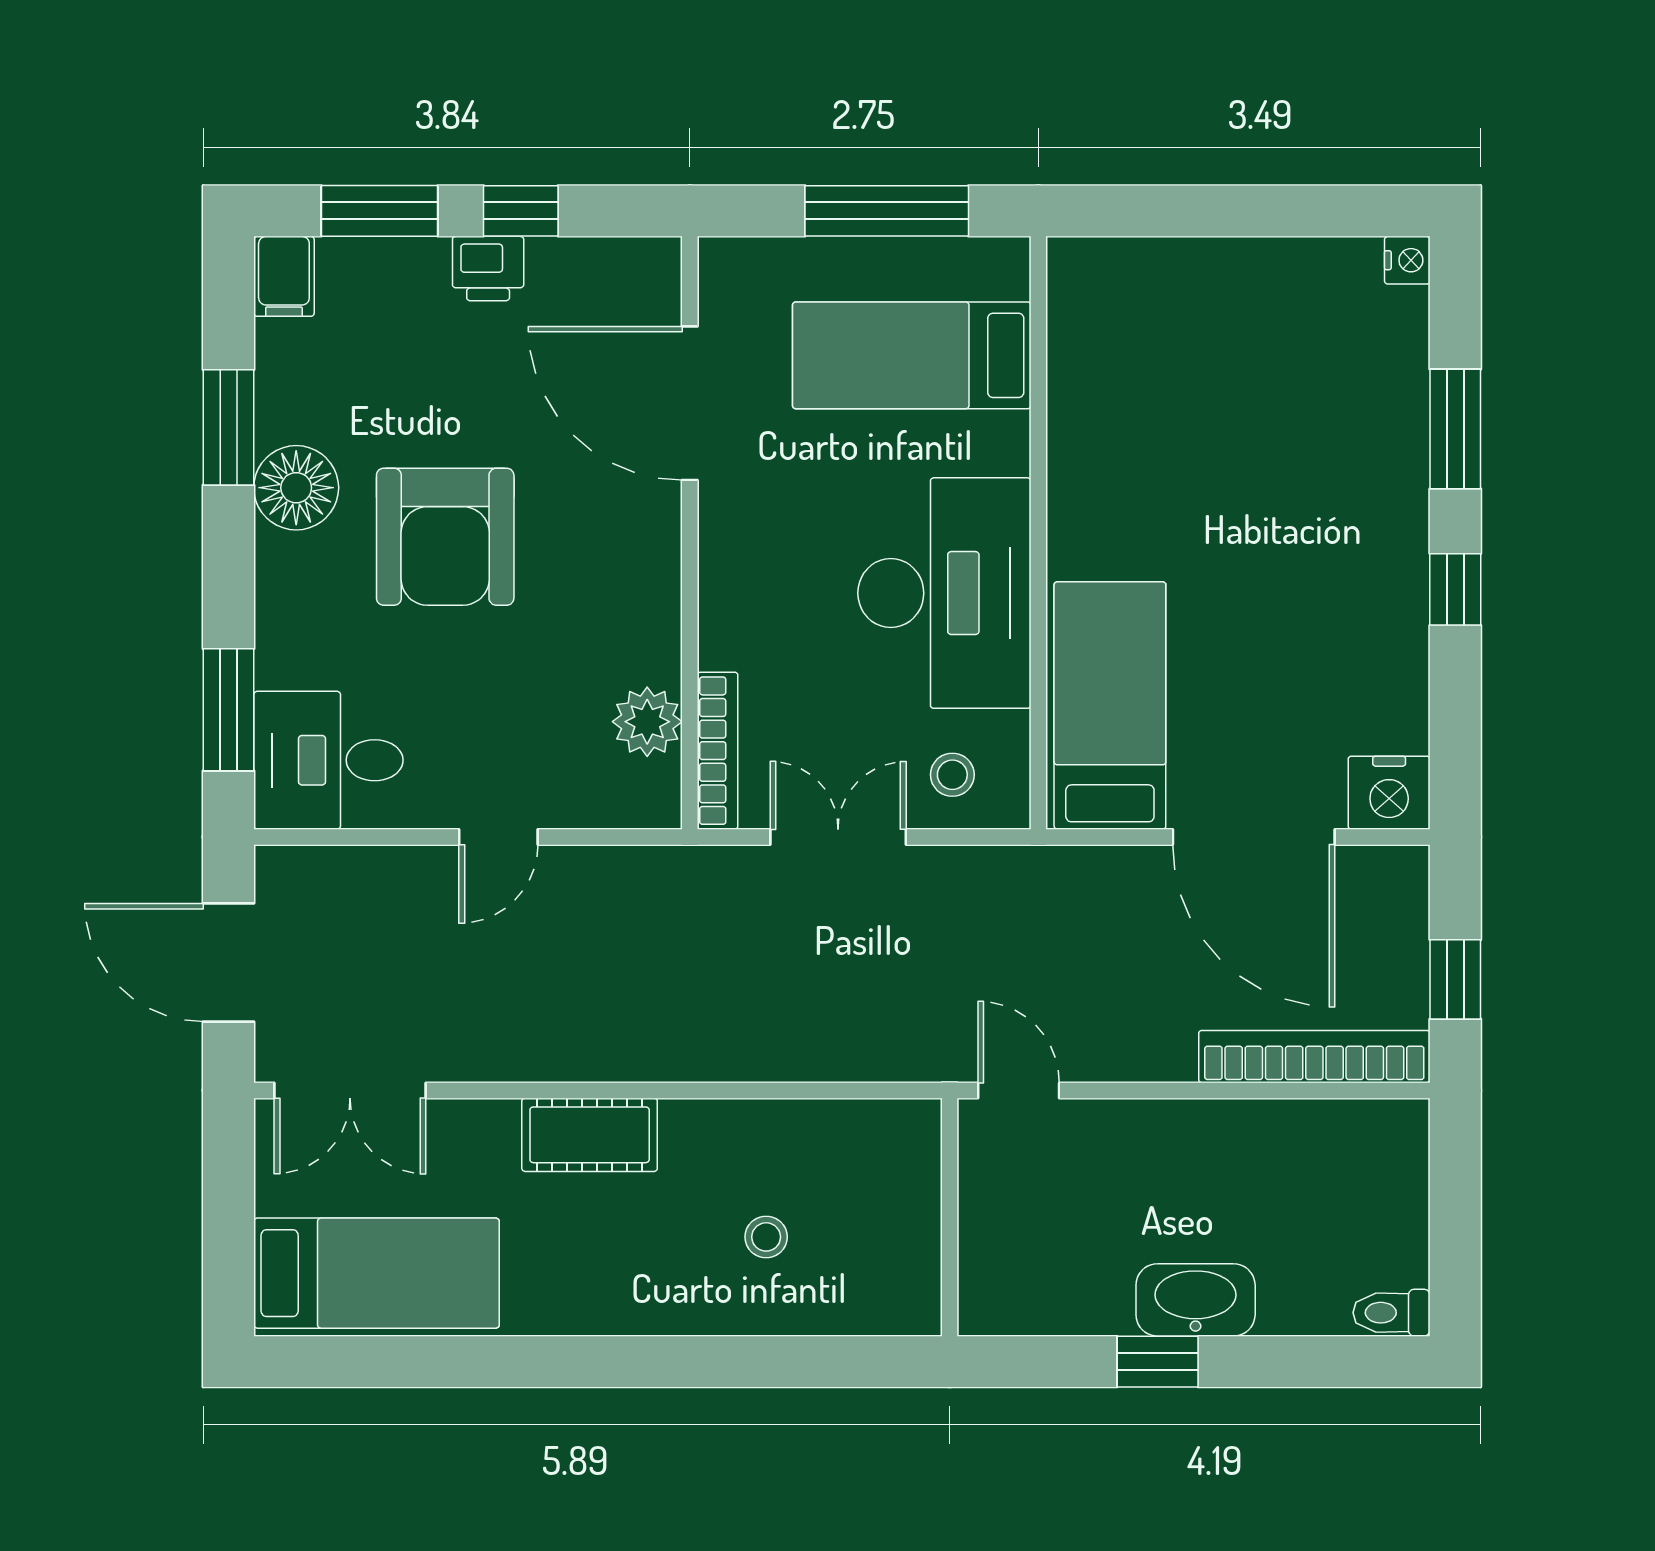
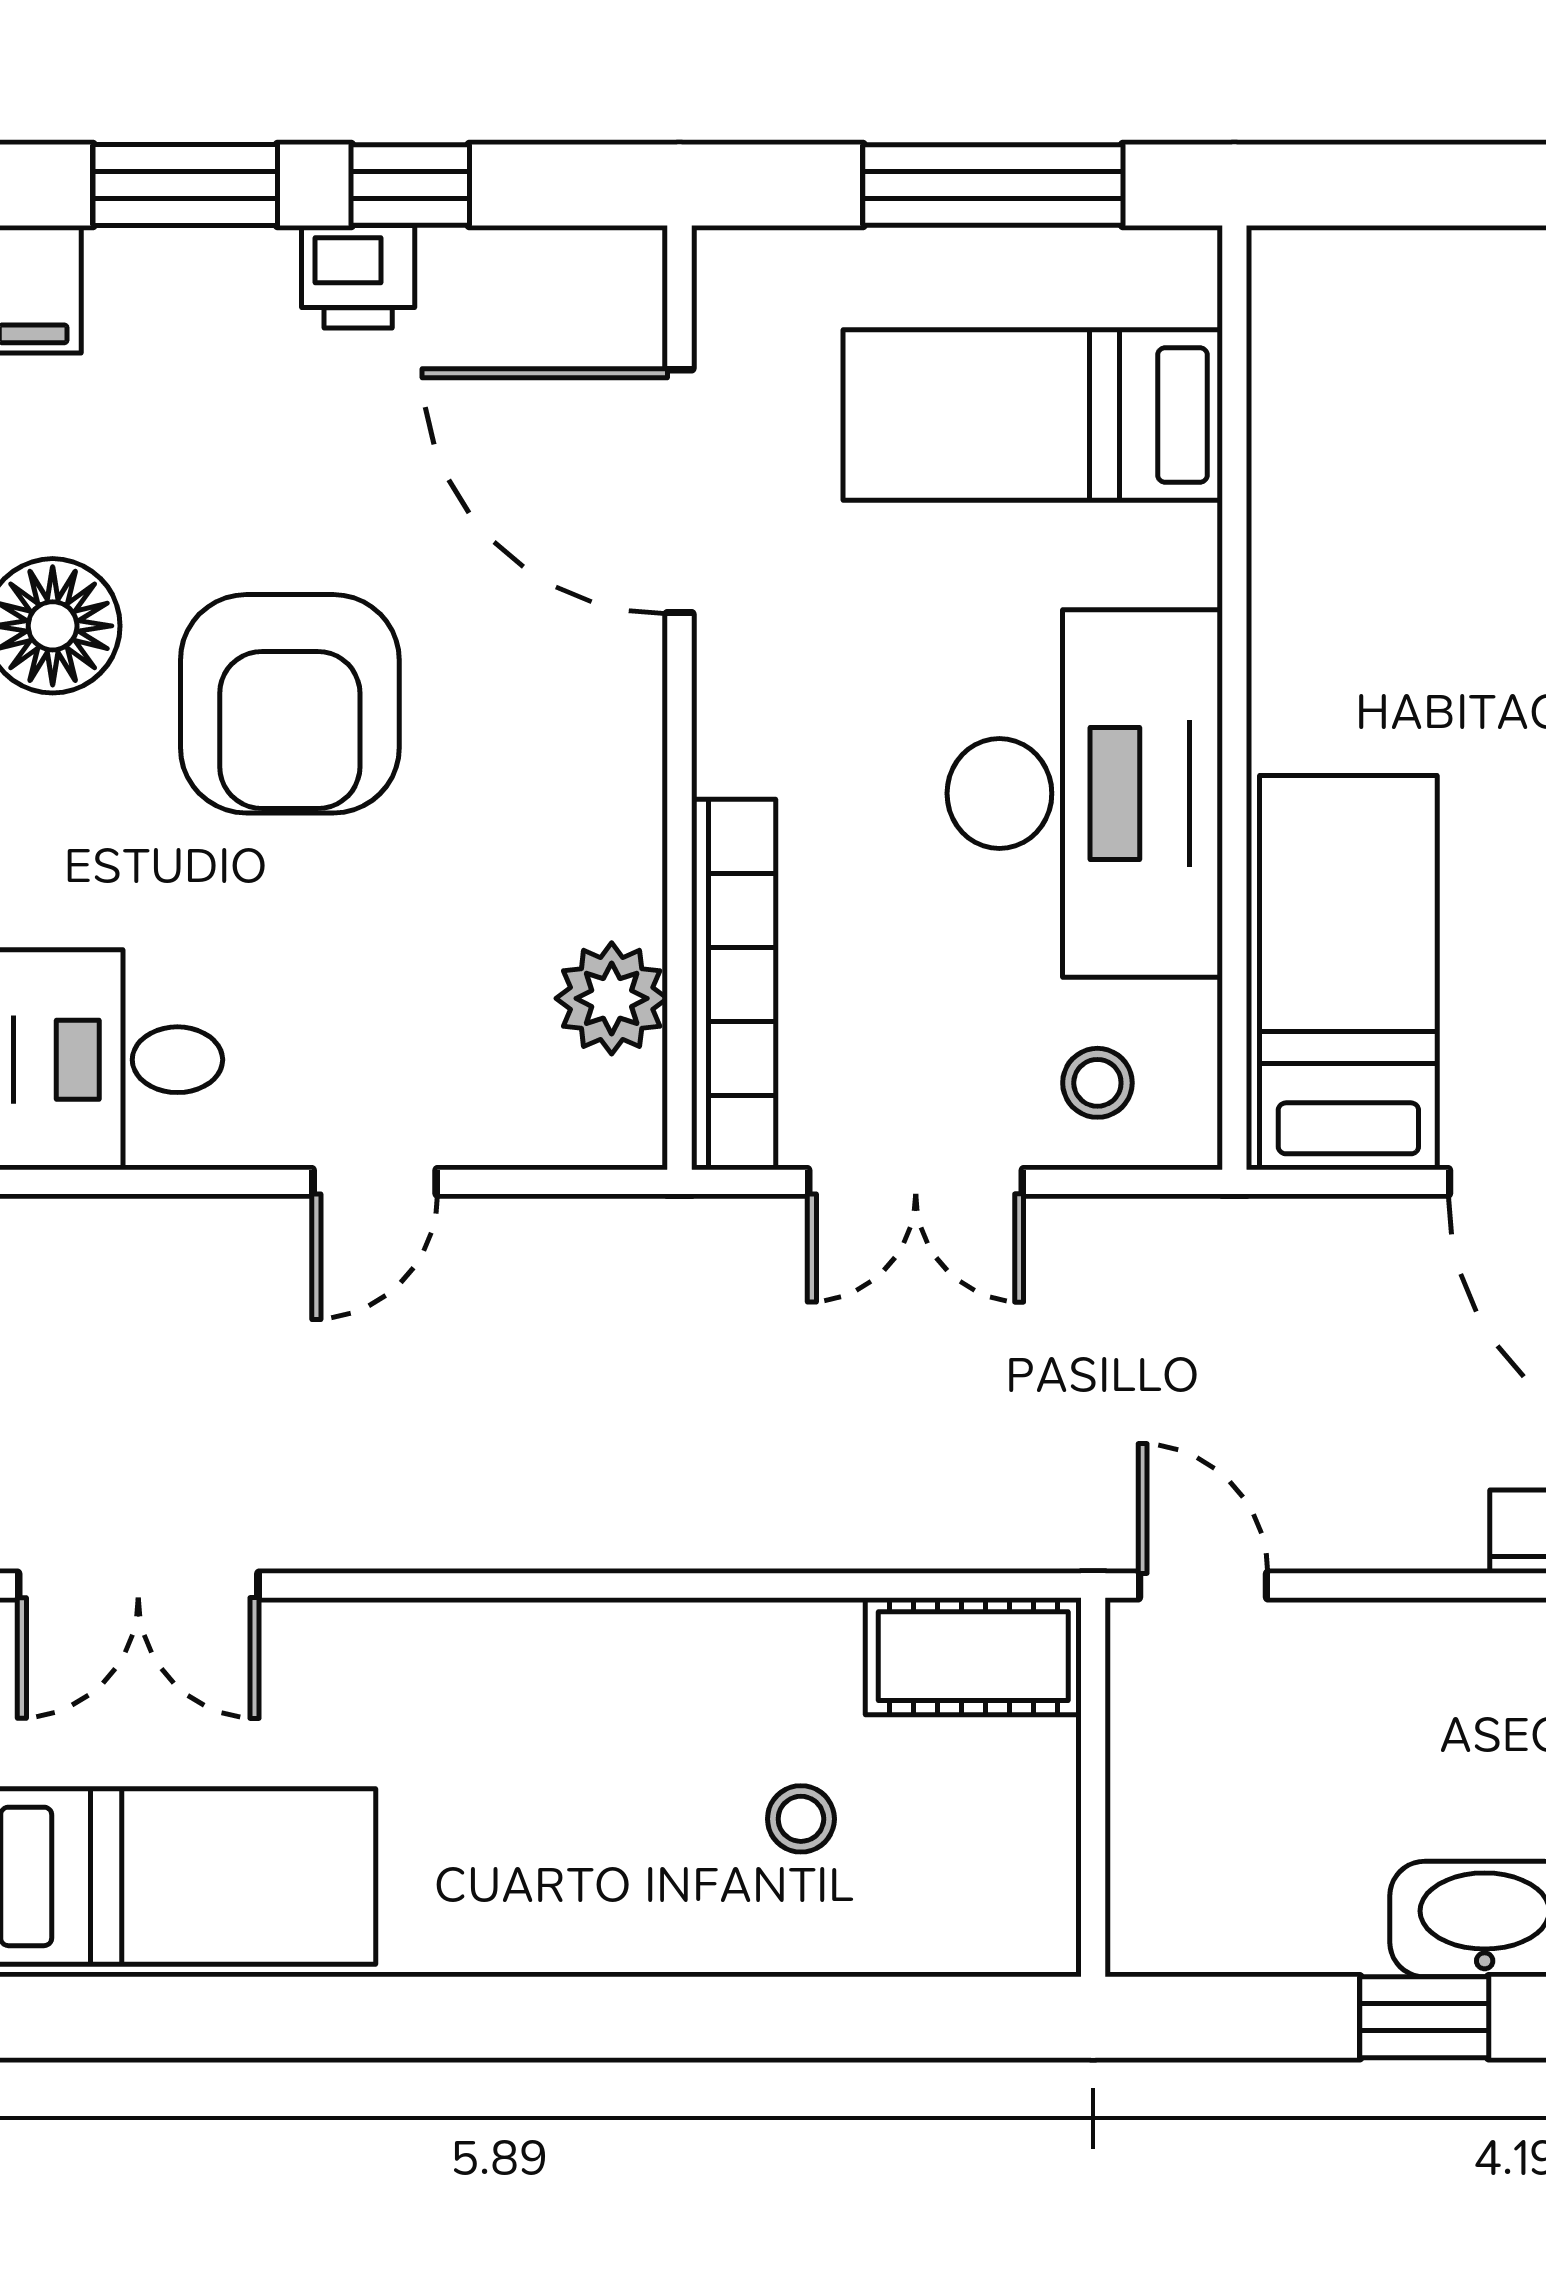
bookcase: (718, 751) -> (734, 984), width x1.48, depth x1.31
double door: (838, 837) -> (916, 1182), swing flipped
cot: (590, 1135) -> (973, 1656), moved

